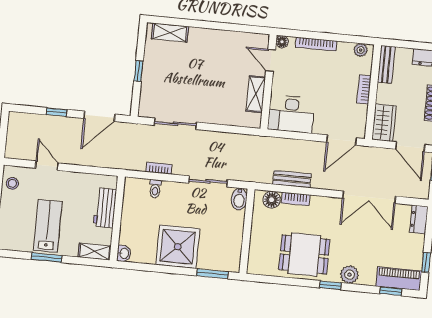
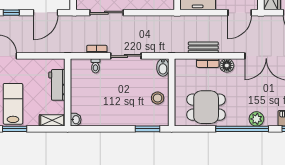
sliding door: (208, 181) -> (126, 56), moved
floor lamp: (272, 200) -> (227, 65), moved
stool: (229, 236) -> (158, 98), added
shower: (178, 247) -> (118, 110), removed
dining table: (304, 255) -> (206, 107), moved
window: (330, 285) -> (242, 129), width x3.17

